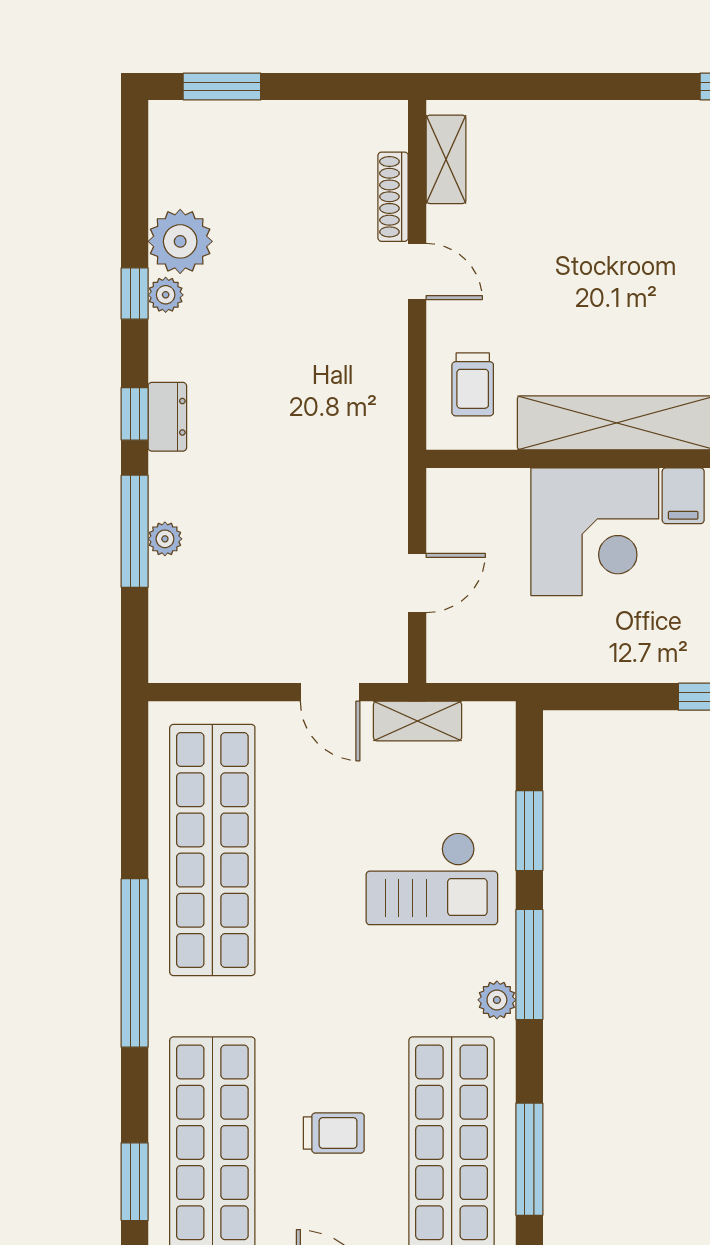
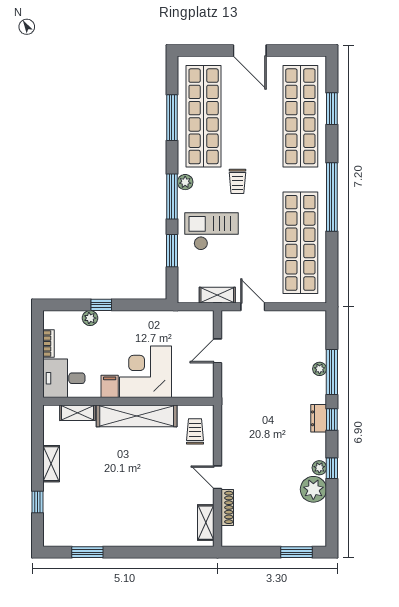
trolley: (334, 1133) -> (237, 181), moved, turned -90

